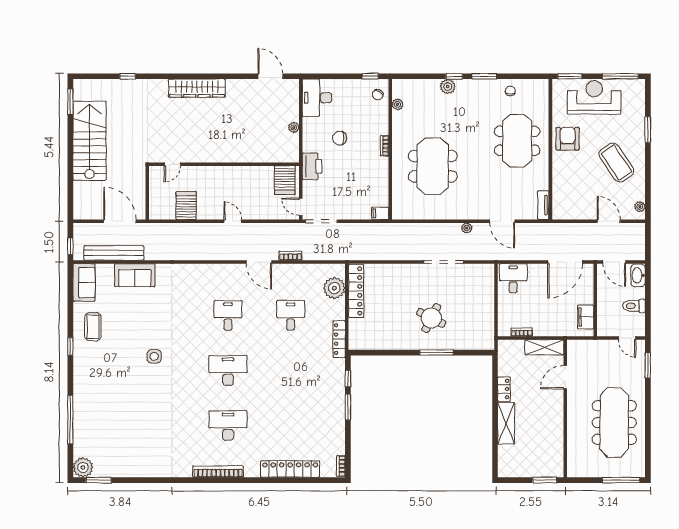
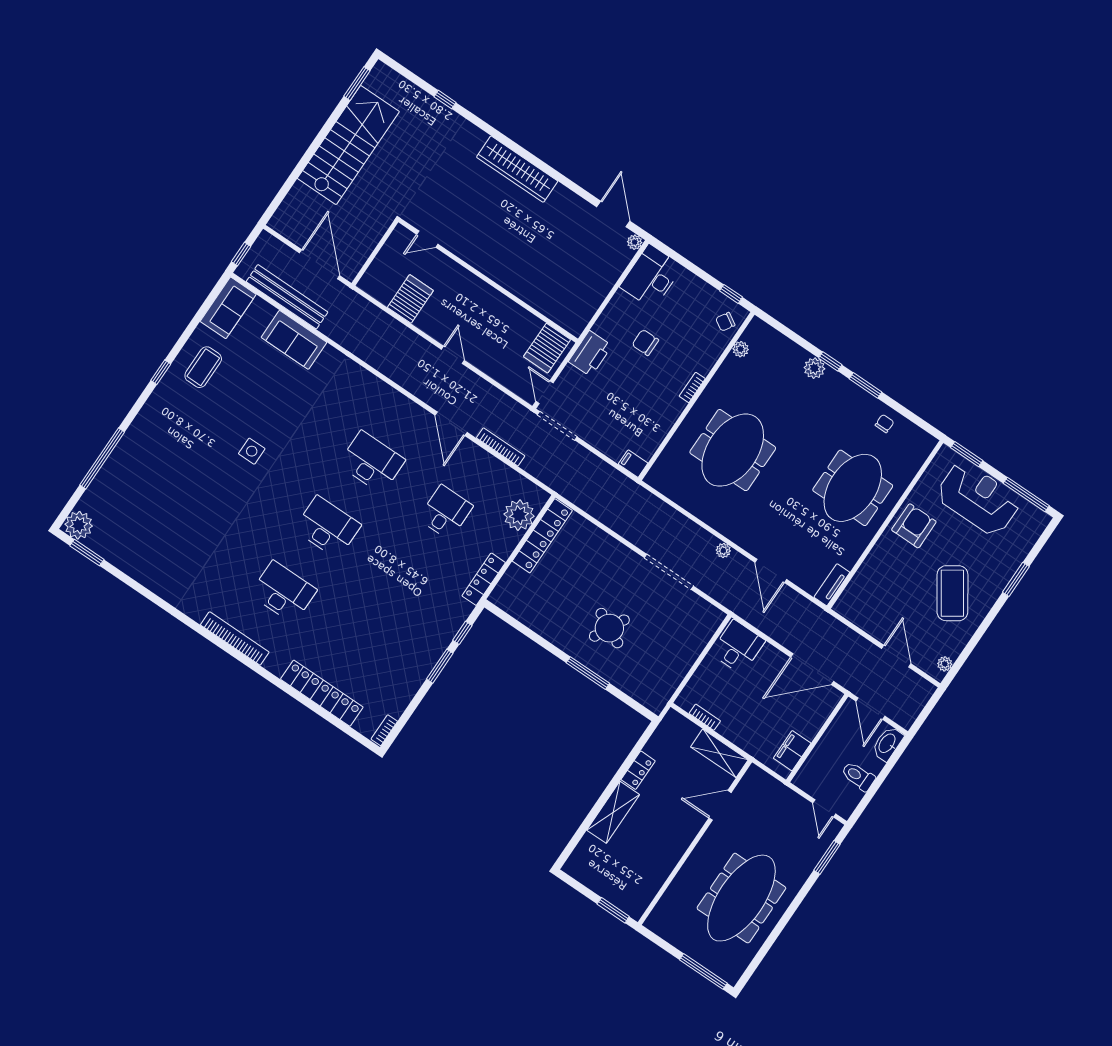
plant: (294, 127) -> (635, 242), moved
bookcase: (290, 256) -> (501, 447), width x1.56
desk: (228, 315) -> (372, 462), width x1.37

